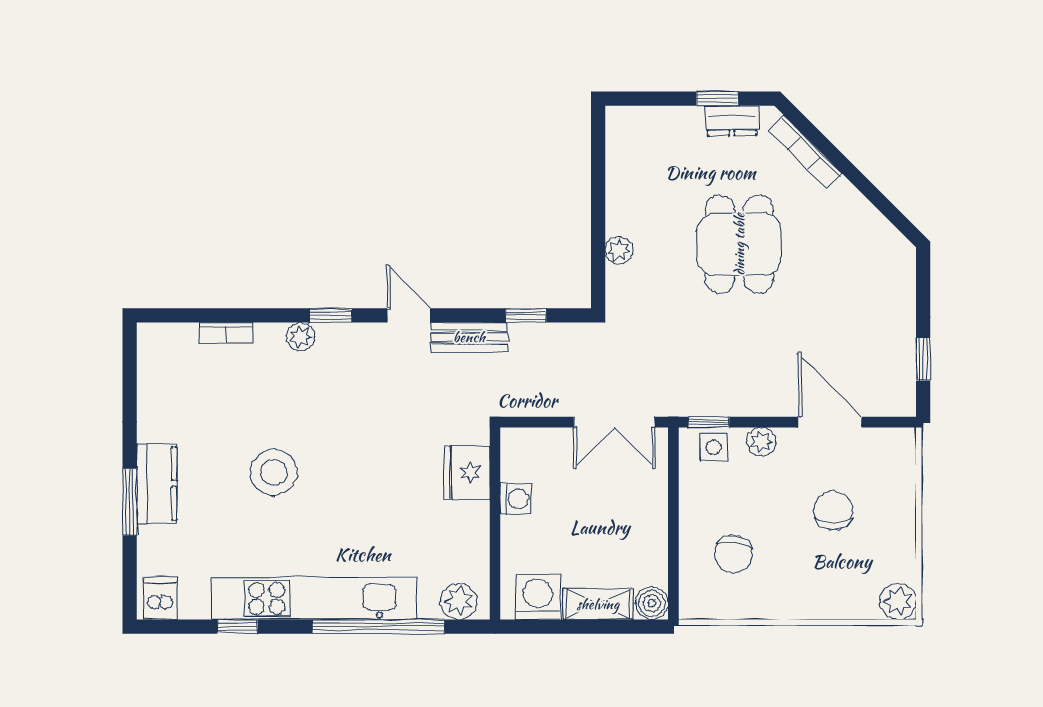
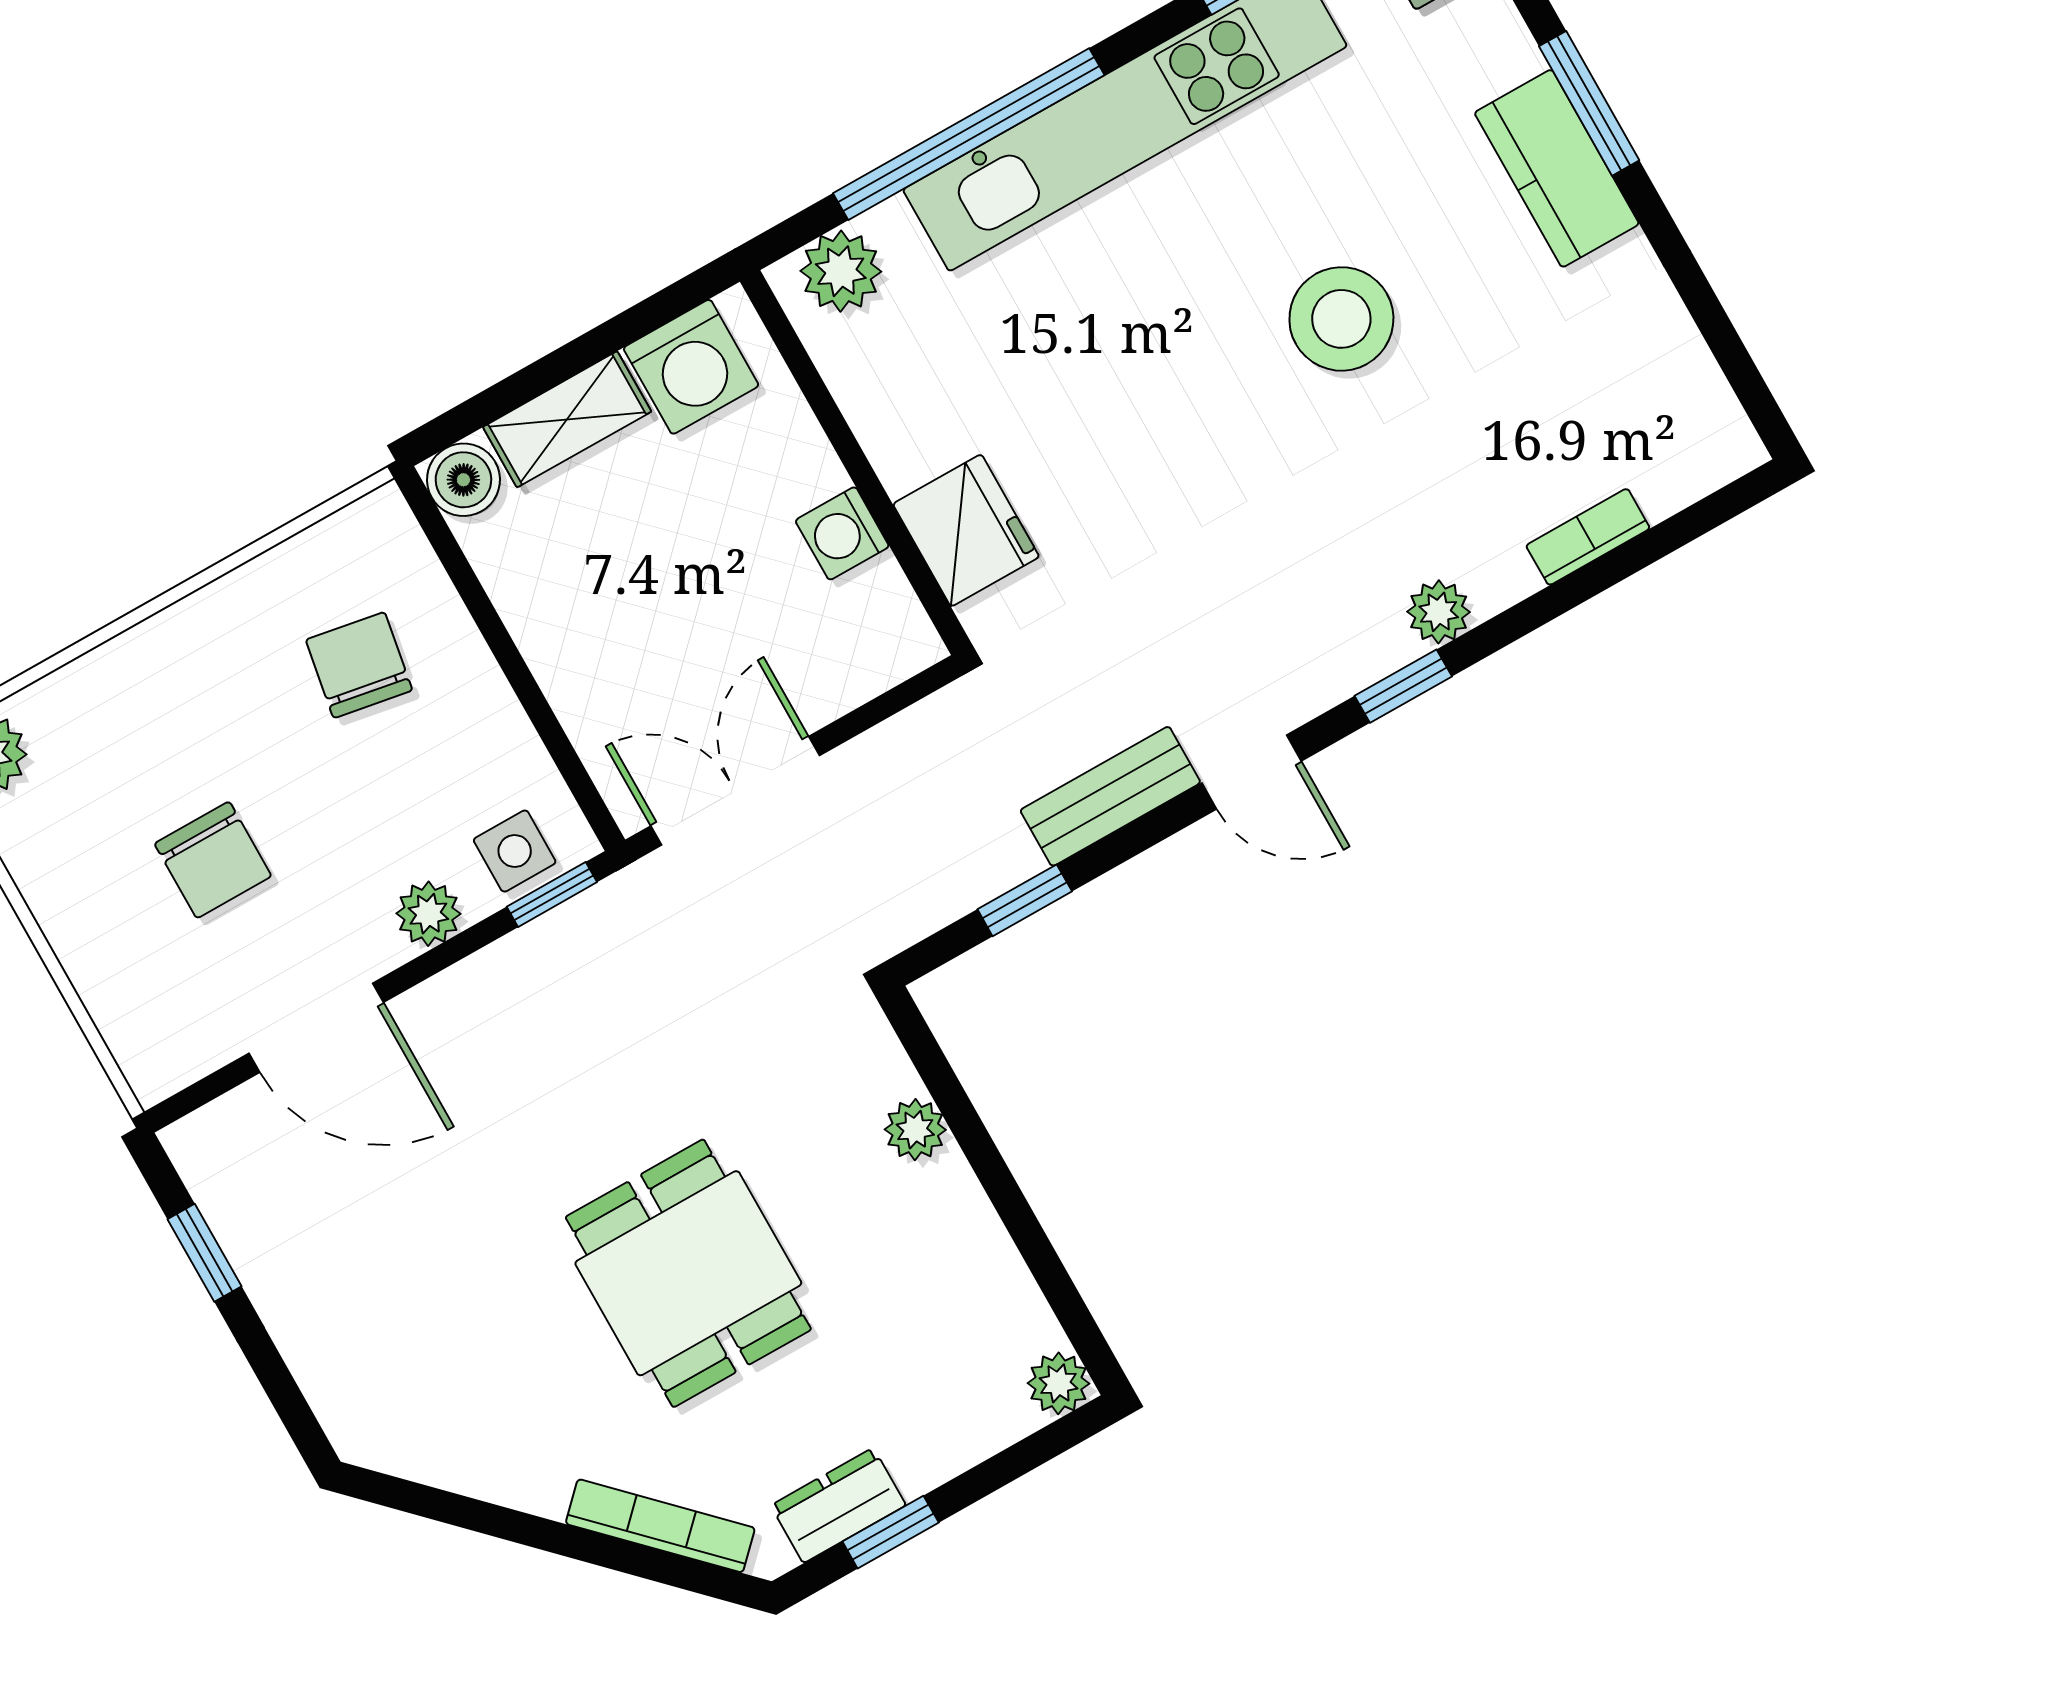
plant: (619, 120) -> (1058, 1383), added

